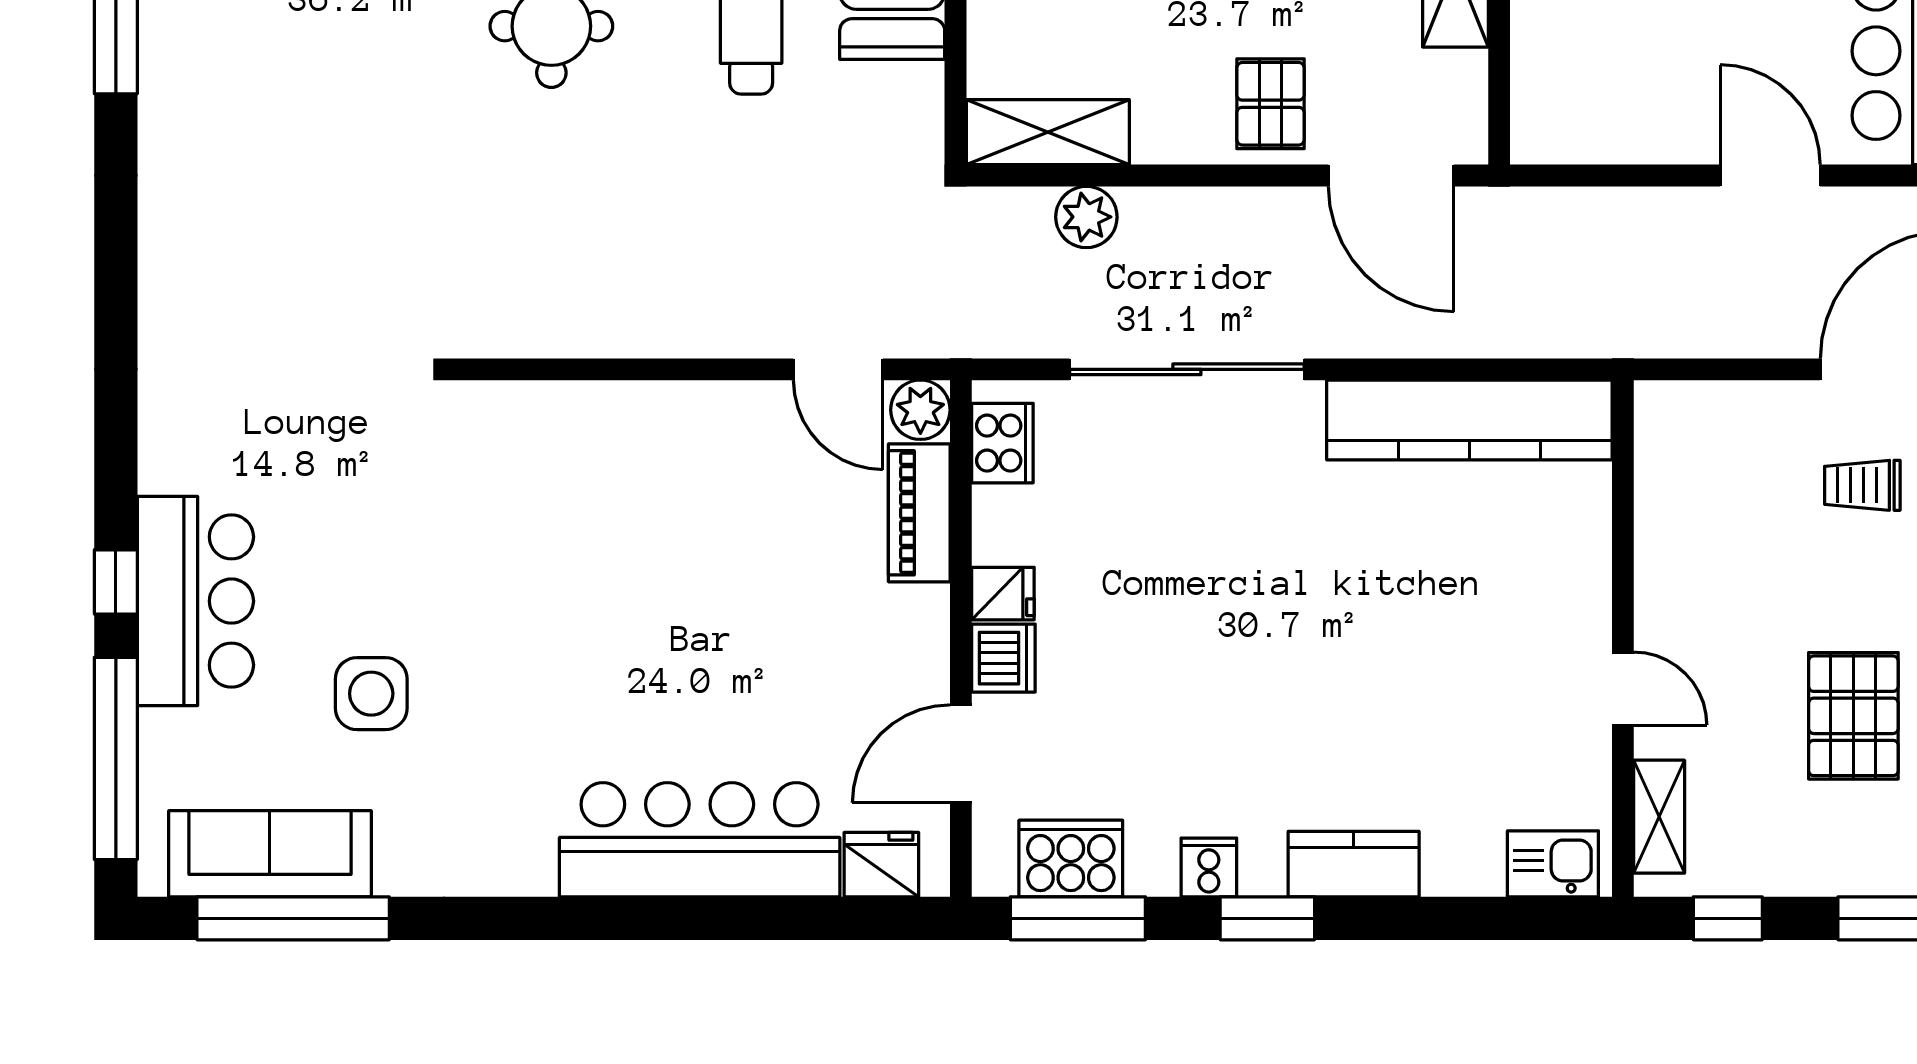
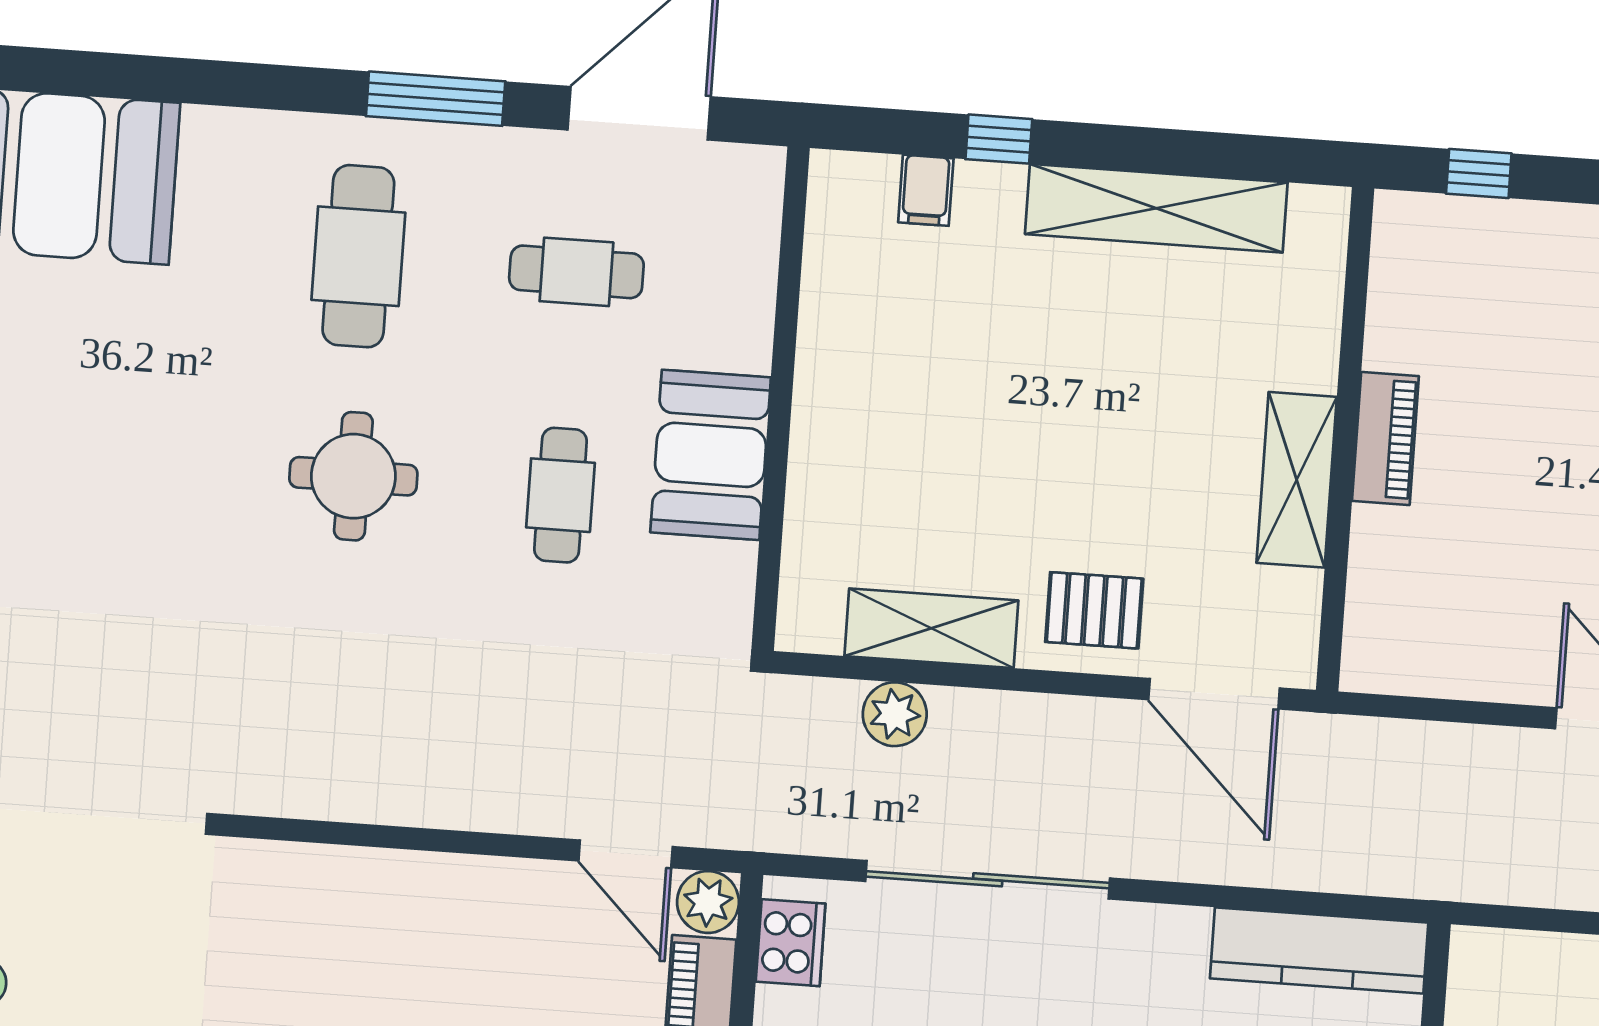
pallet: (1270, 104) -> (1094, 610), turned 90
shelving: (1048, 132) -> (931, 628), moved
kitchen counter: (1469, 420) -> (1319, 951), width x0.72, depth x0.86

